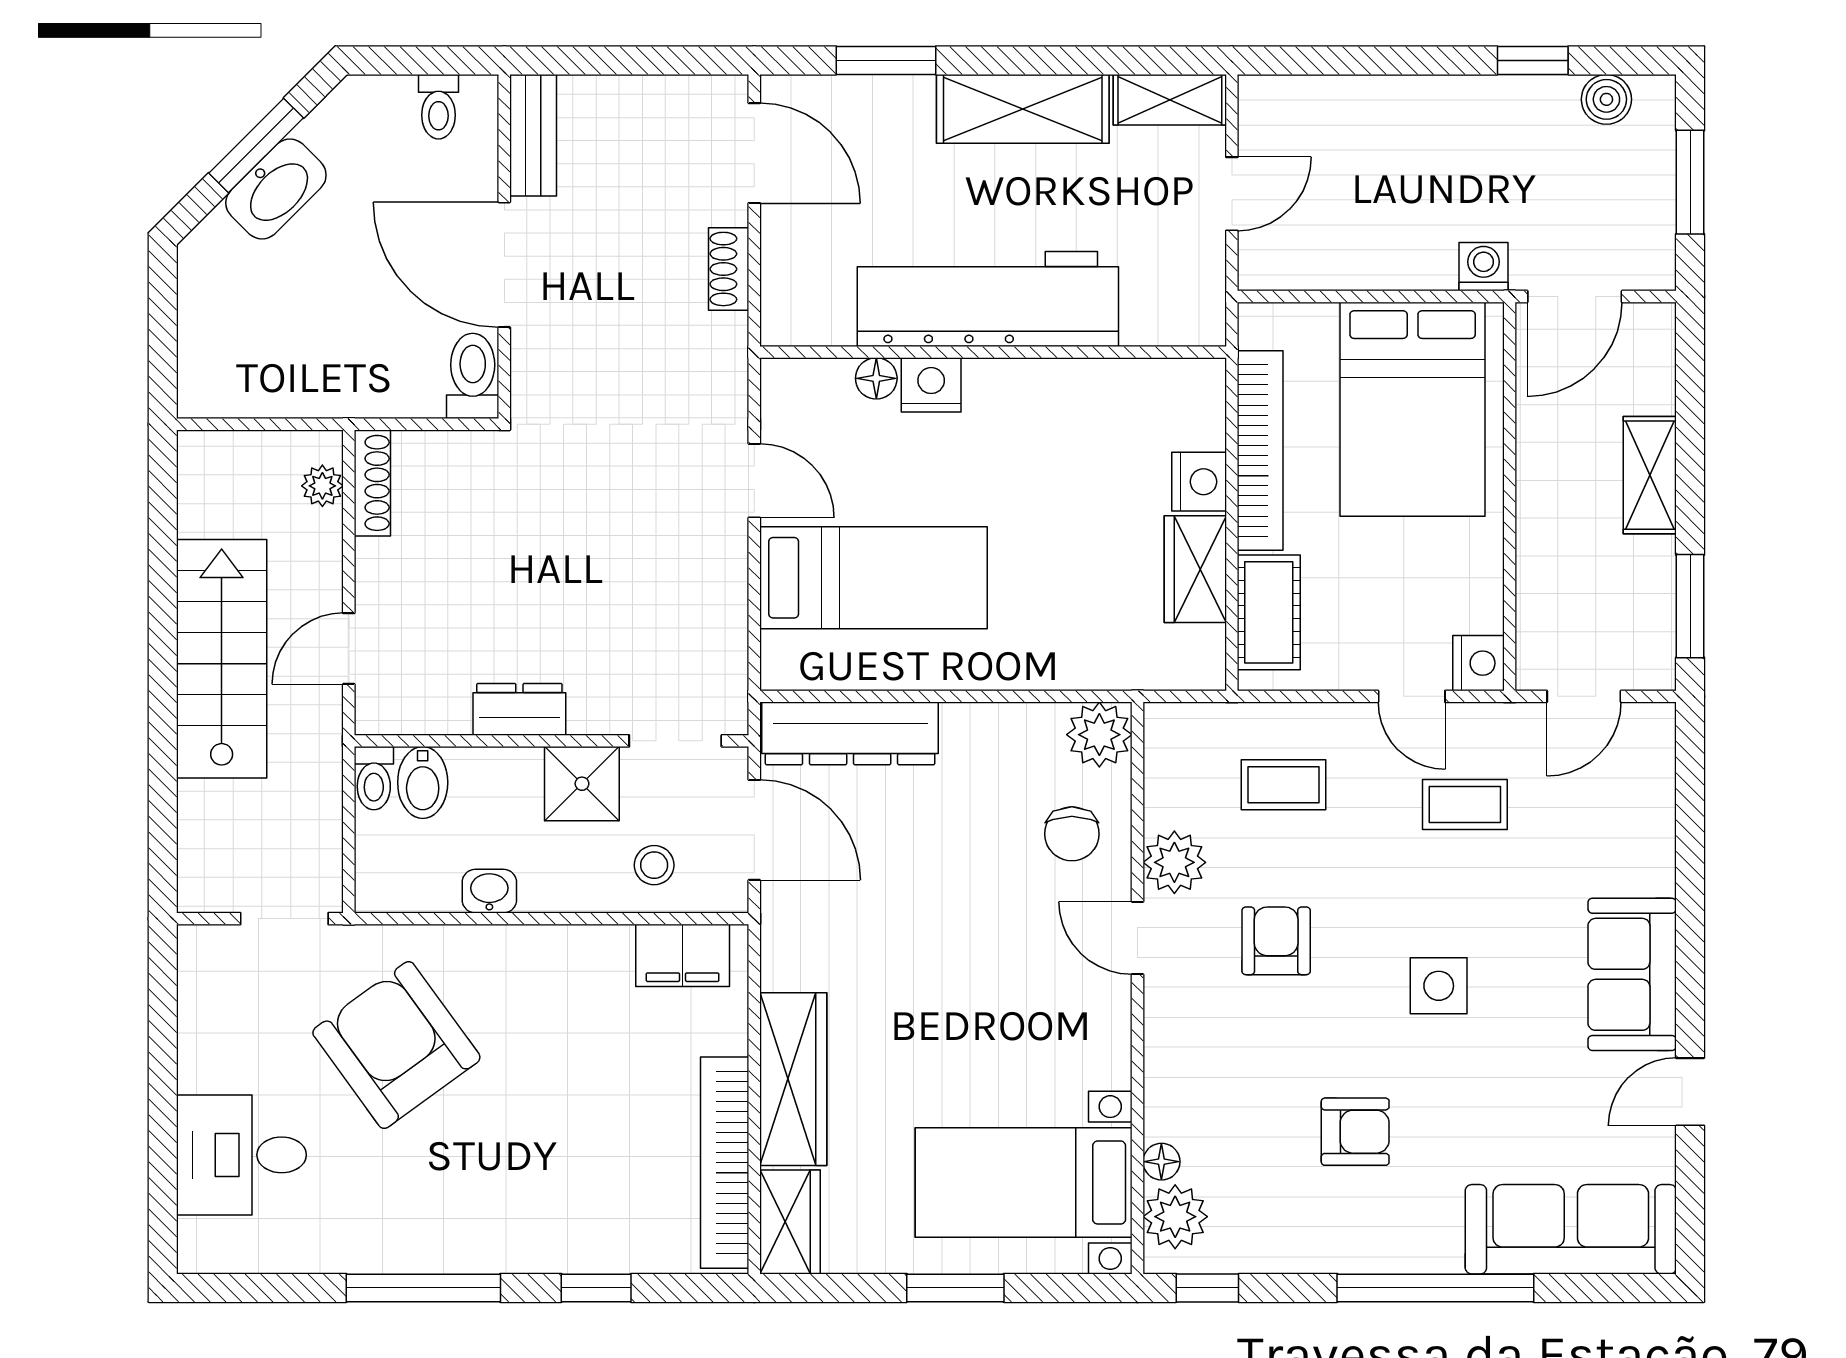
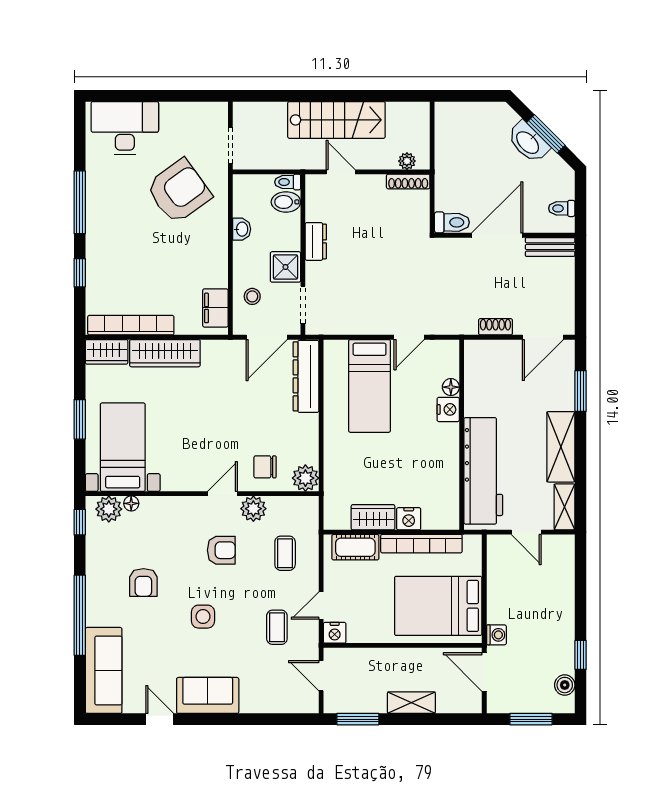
workbench: (988, 299) -> (483, 471), moved
desk: (241, 1155) -> (125, 128), width x1.37

